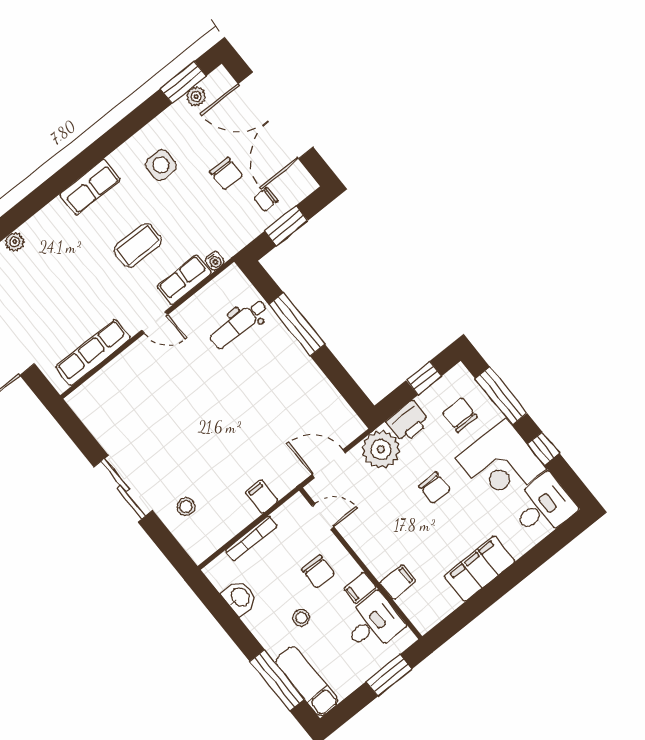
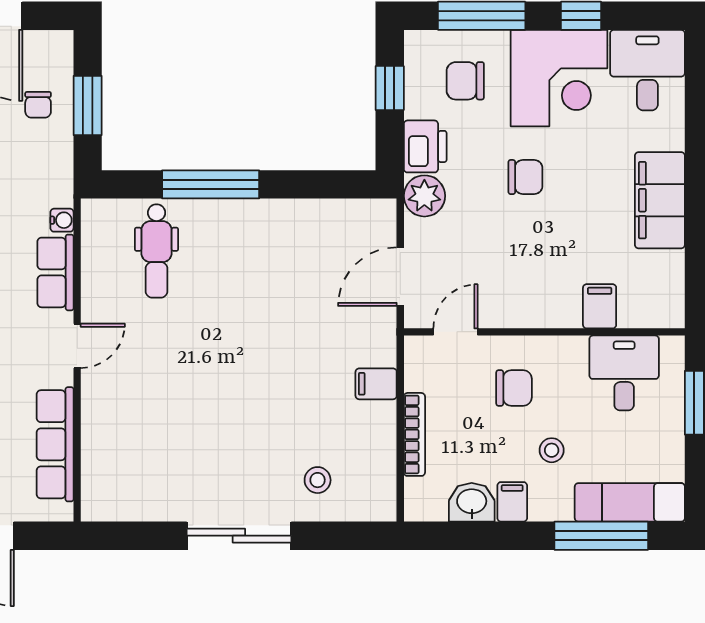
plant: (381, 449) -> (424, 196), width x0.73, depth x0.73
filing cabinet: (360, 588) -> (512, 502), moved, turned 180

